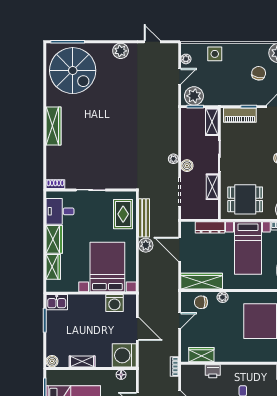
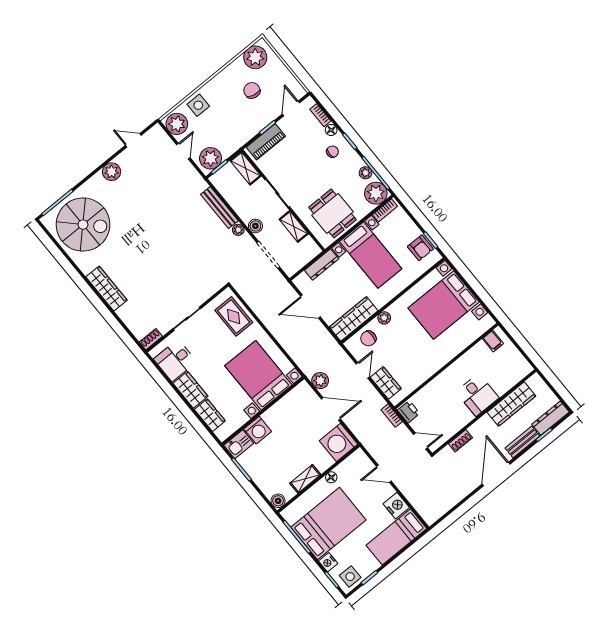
plant: (186, 59) -> (177, 124), width x1.87, depth x1.87
dining table: (245, 199) -> (333, 213), turned 90
bench: (144, 218) -> (219, 208), moved
plant: (146, 245) -> (320, 381), moved
washing machine: (114, 303) -> (258, 430), moved
wardrobe: (201, 355) -> (386, 383), moved, turned 90
printer: (213, 371) -> (409, 412), moved, turned -90
floor lamp: (121, 375) -> (331, 477), moved

